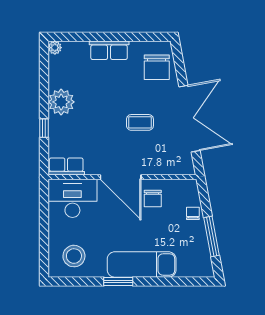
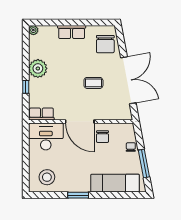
exam couch: (142, 264) -> (115, 183), moved

